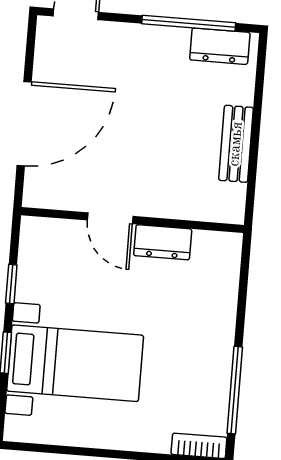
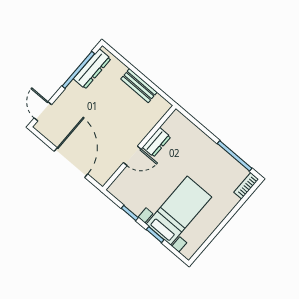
dresser: (220, 46) -> (92, 69), width x1.44

